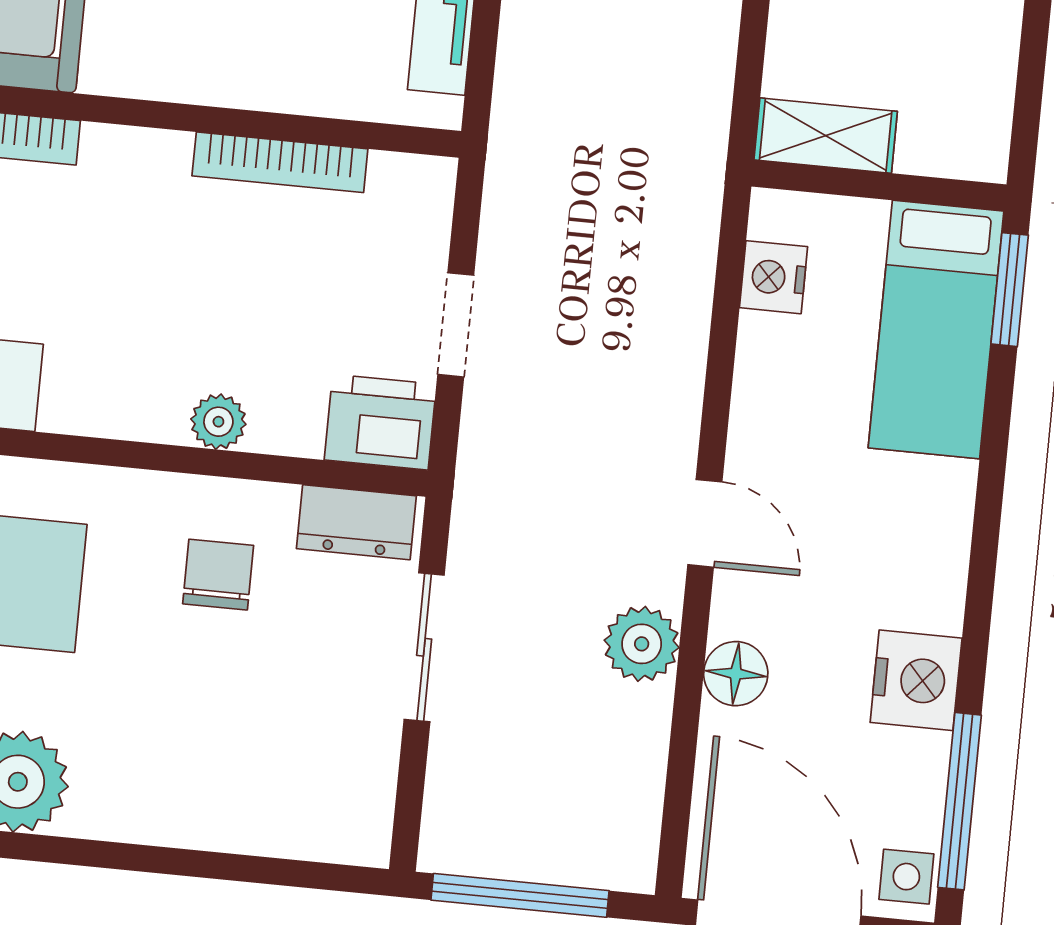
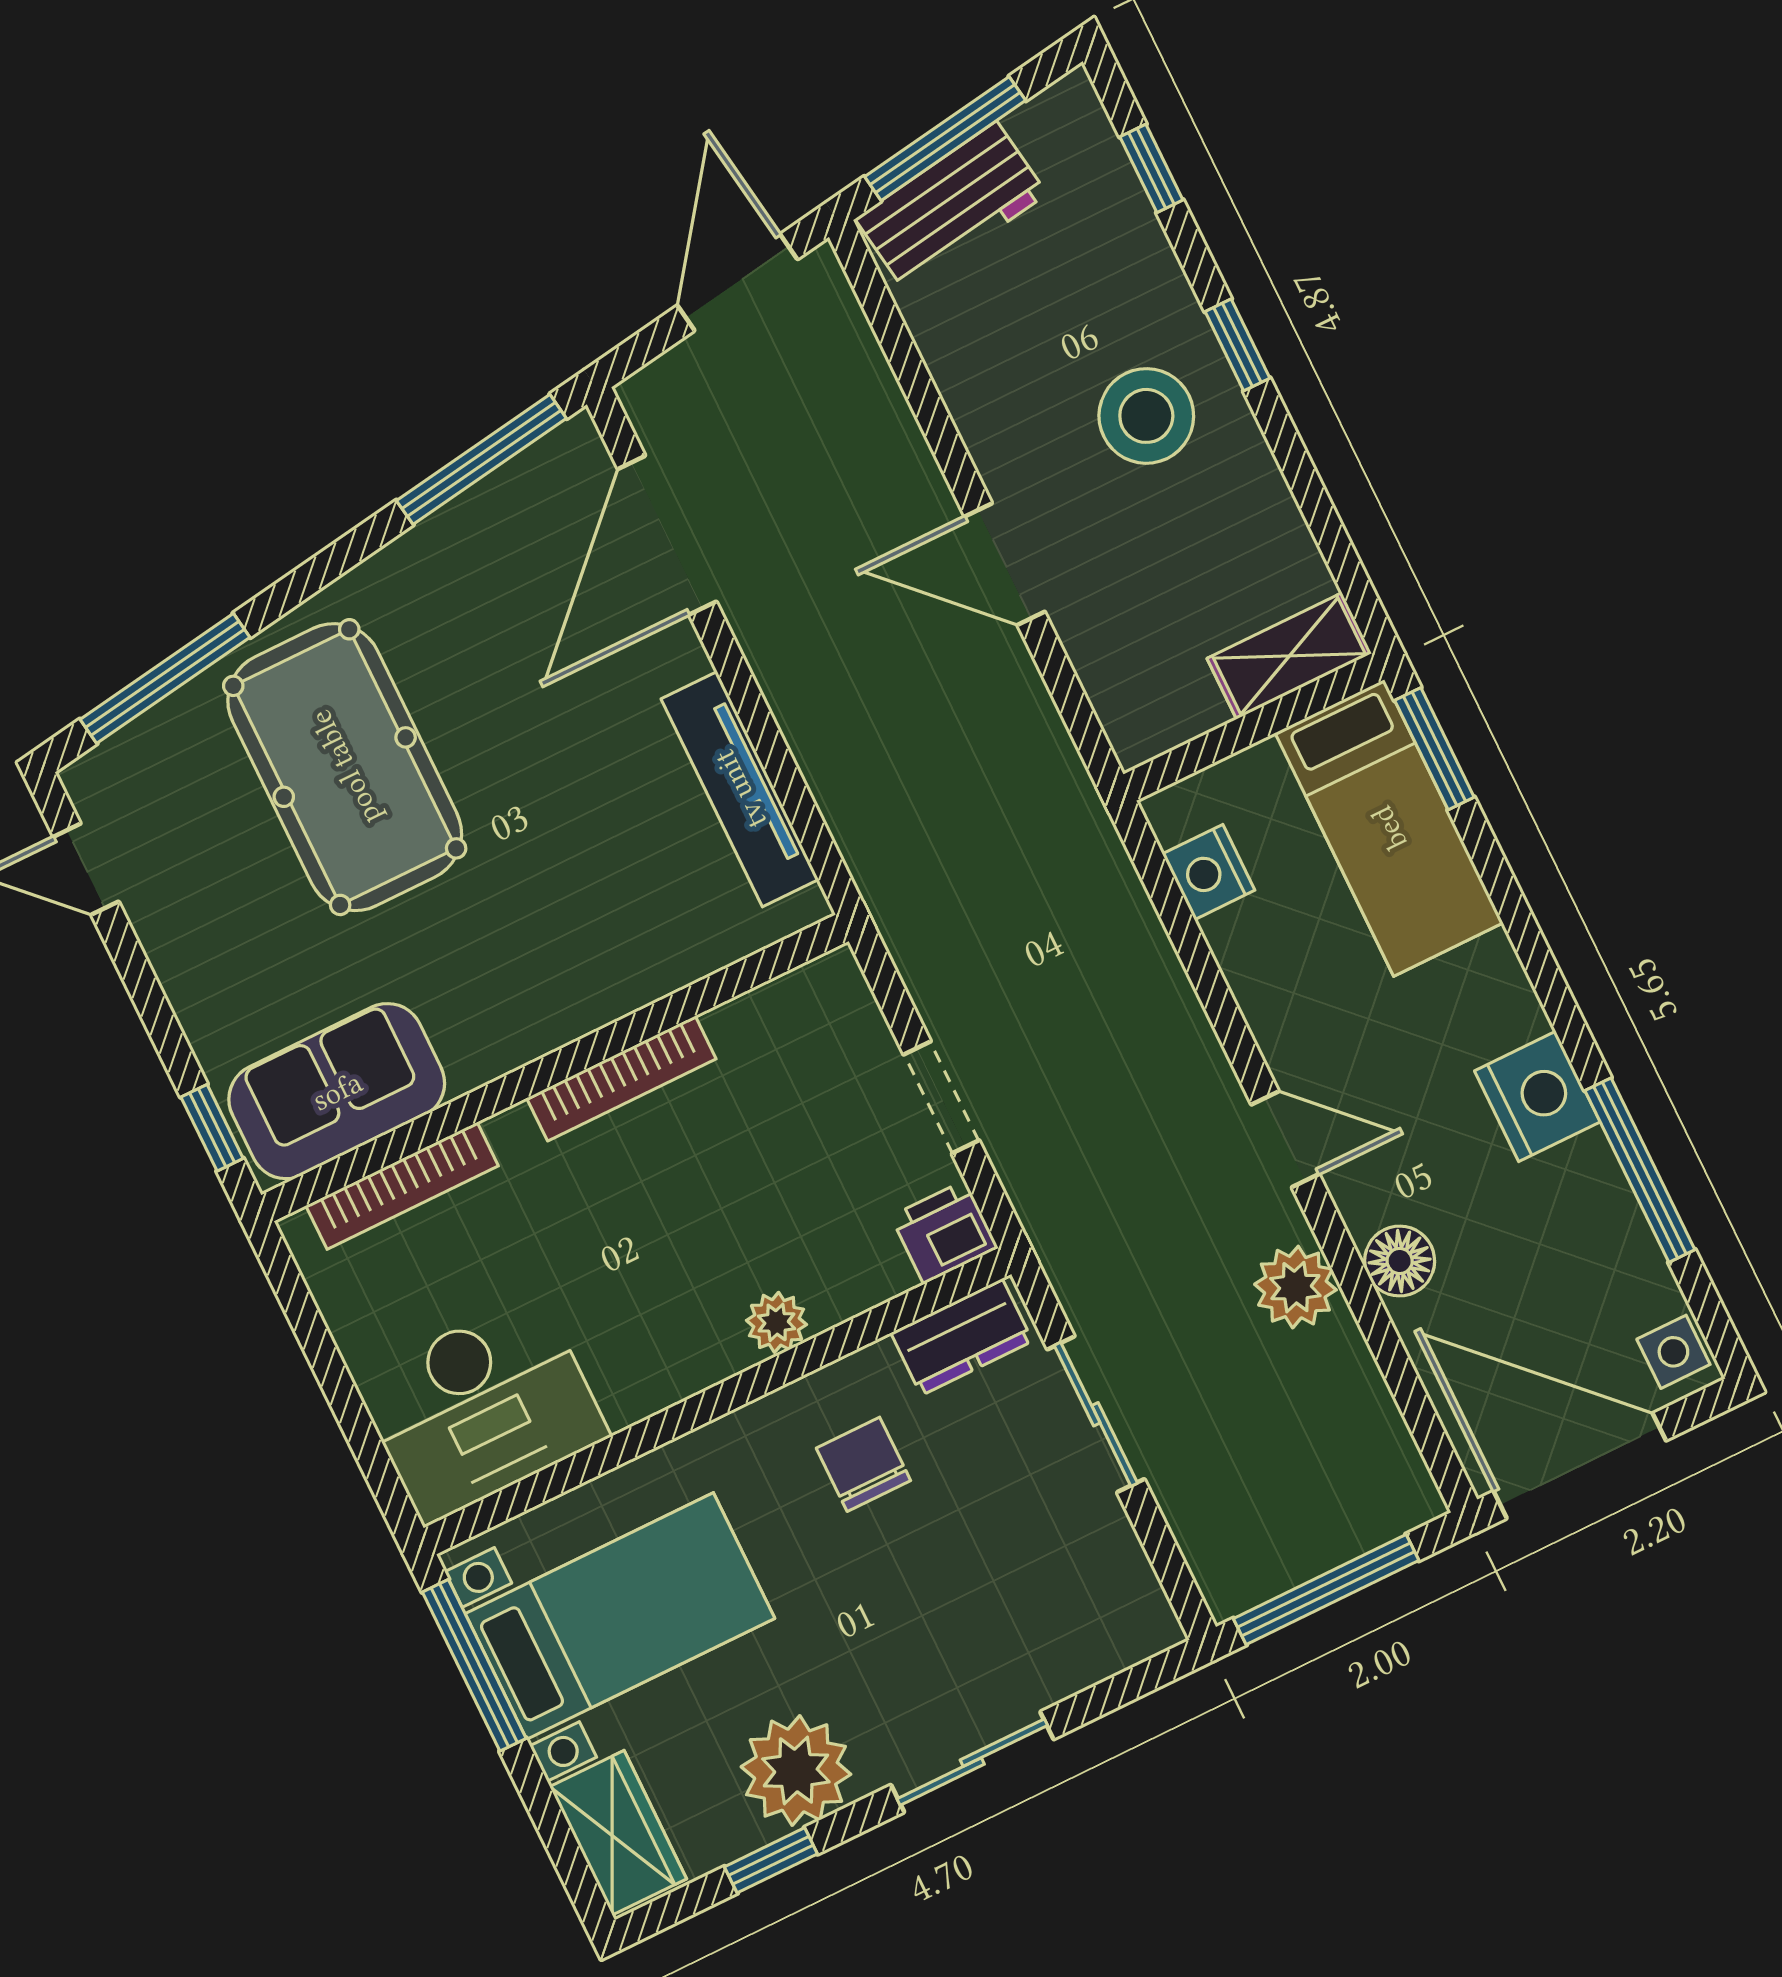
shelving: (826, 136) -> (1289, 656), moved
bookcase: (280, 162) -> (621, 1078), moved
printer: (380, 422) -> (944, 1232), width x0.73, depth x0.81
nightstand: (916, 680) -> (1537, 1096), moved
window: (959, 801) -> (1640, 1170), moved
sliding door: (160, 860) -> (972, 1762), added

